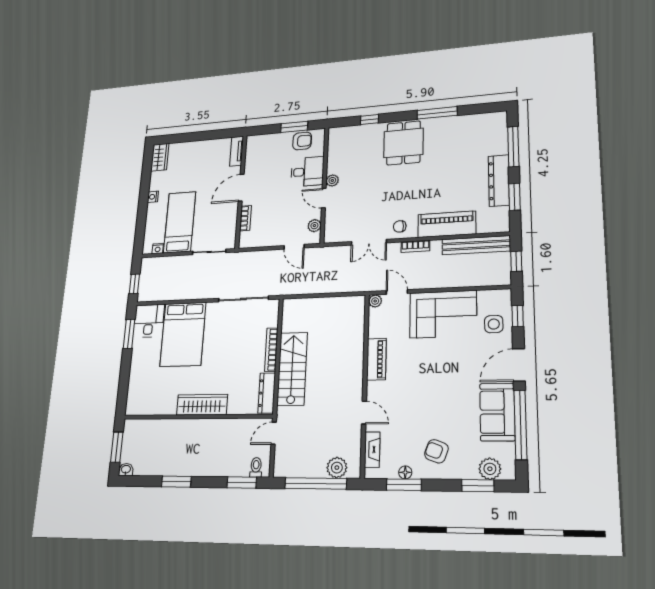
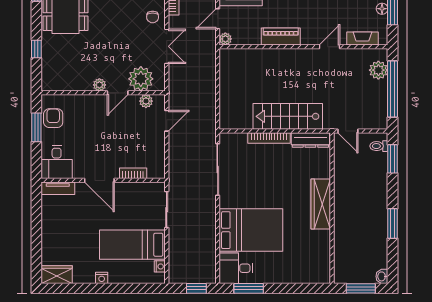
desk: (307, 172) -> (57, 162), moved, turned 180
plant: (337, 219) -> (141, 79), added

